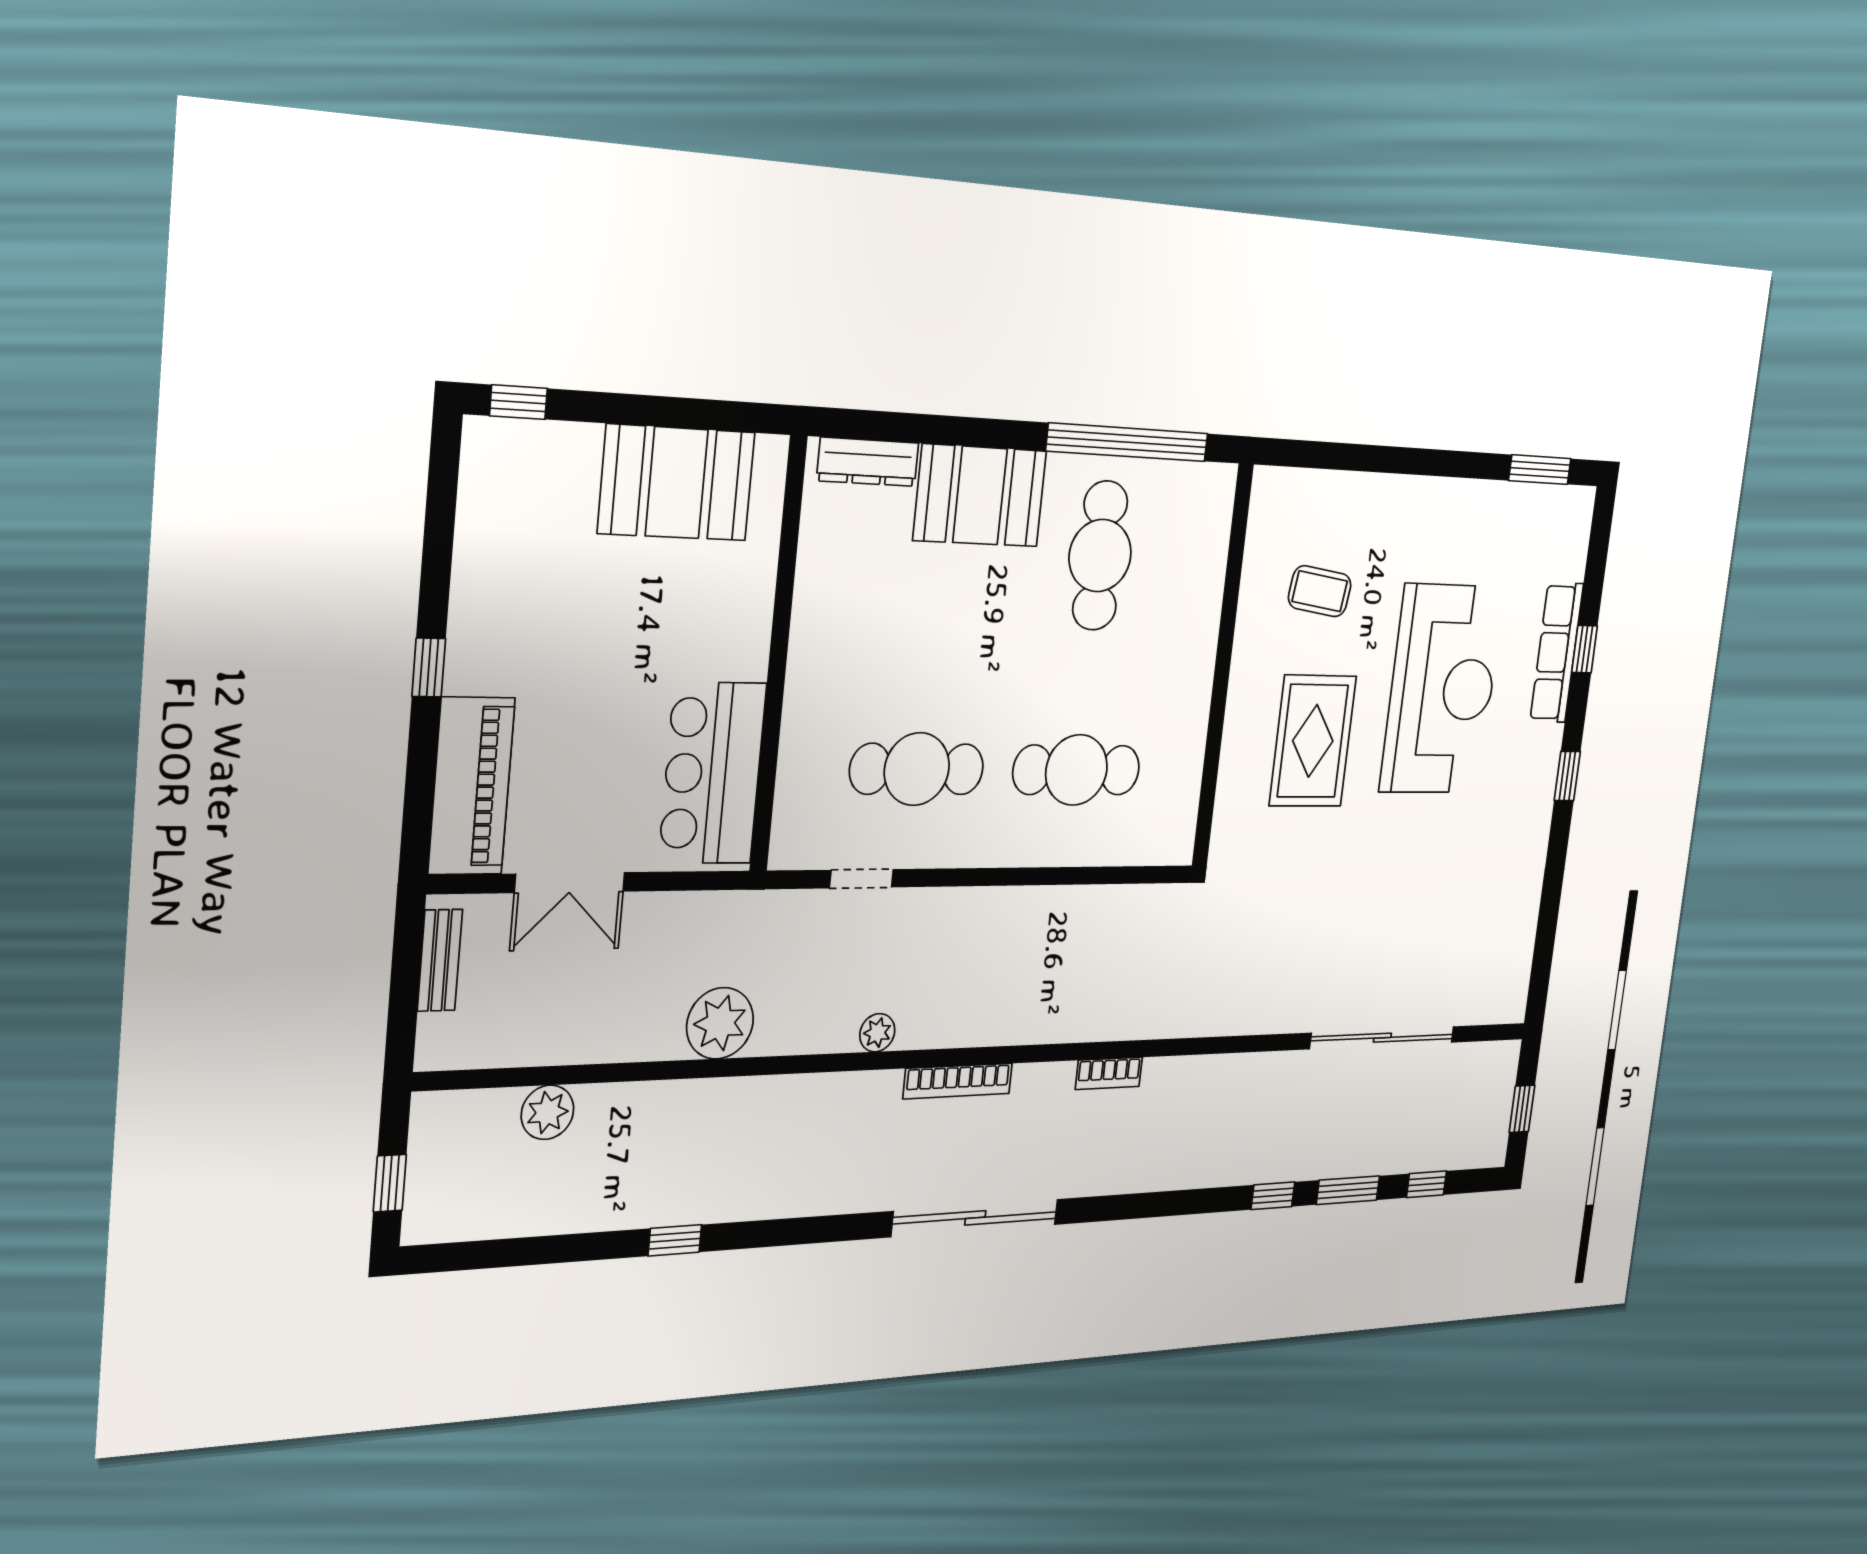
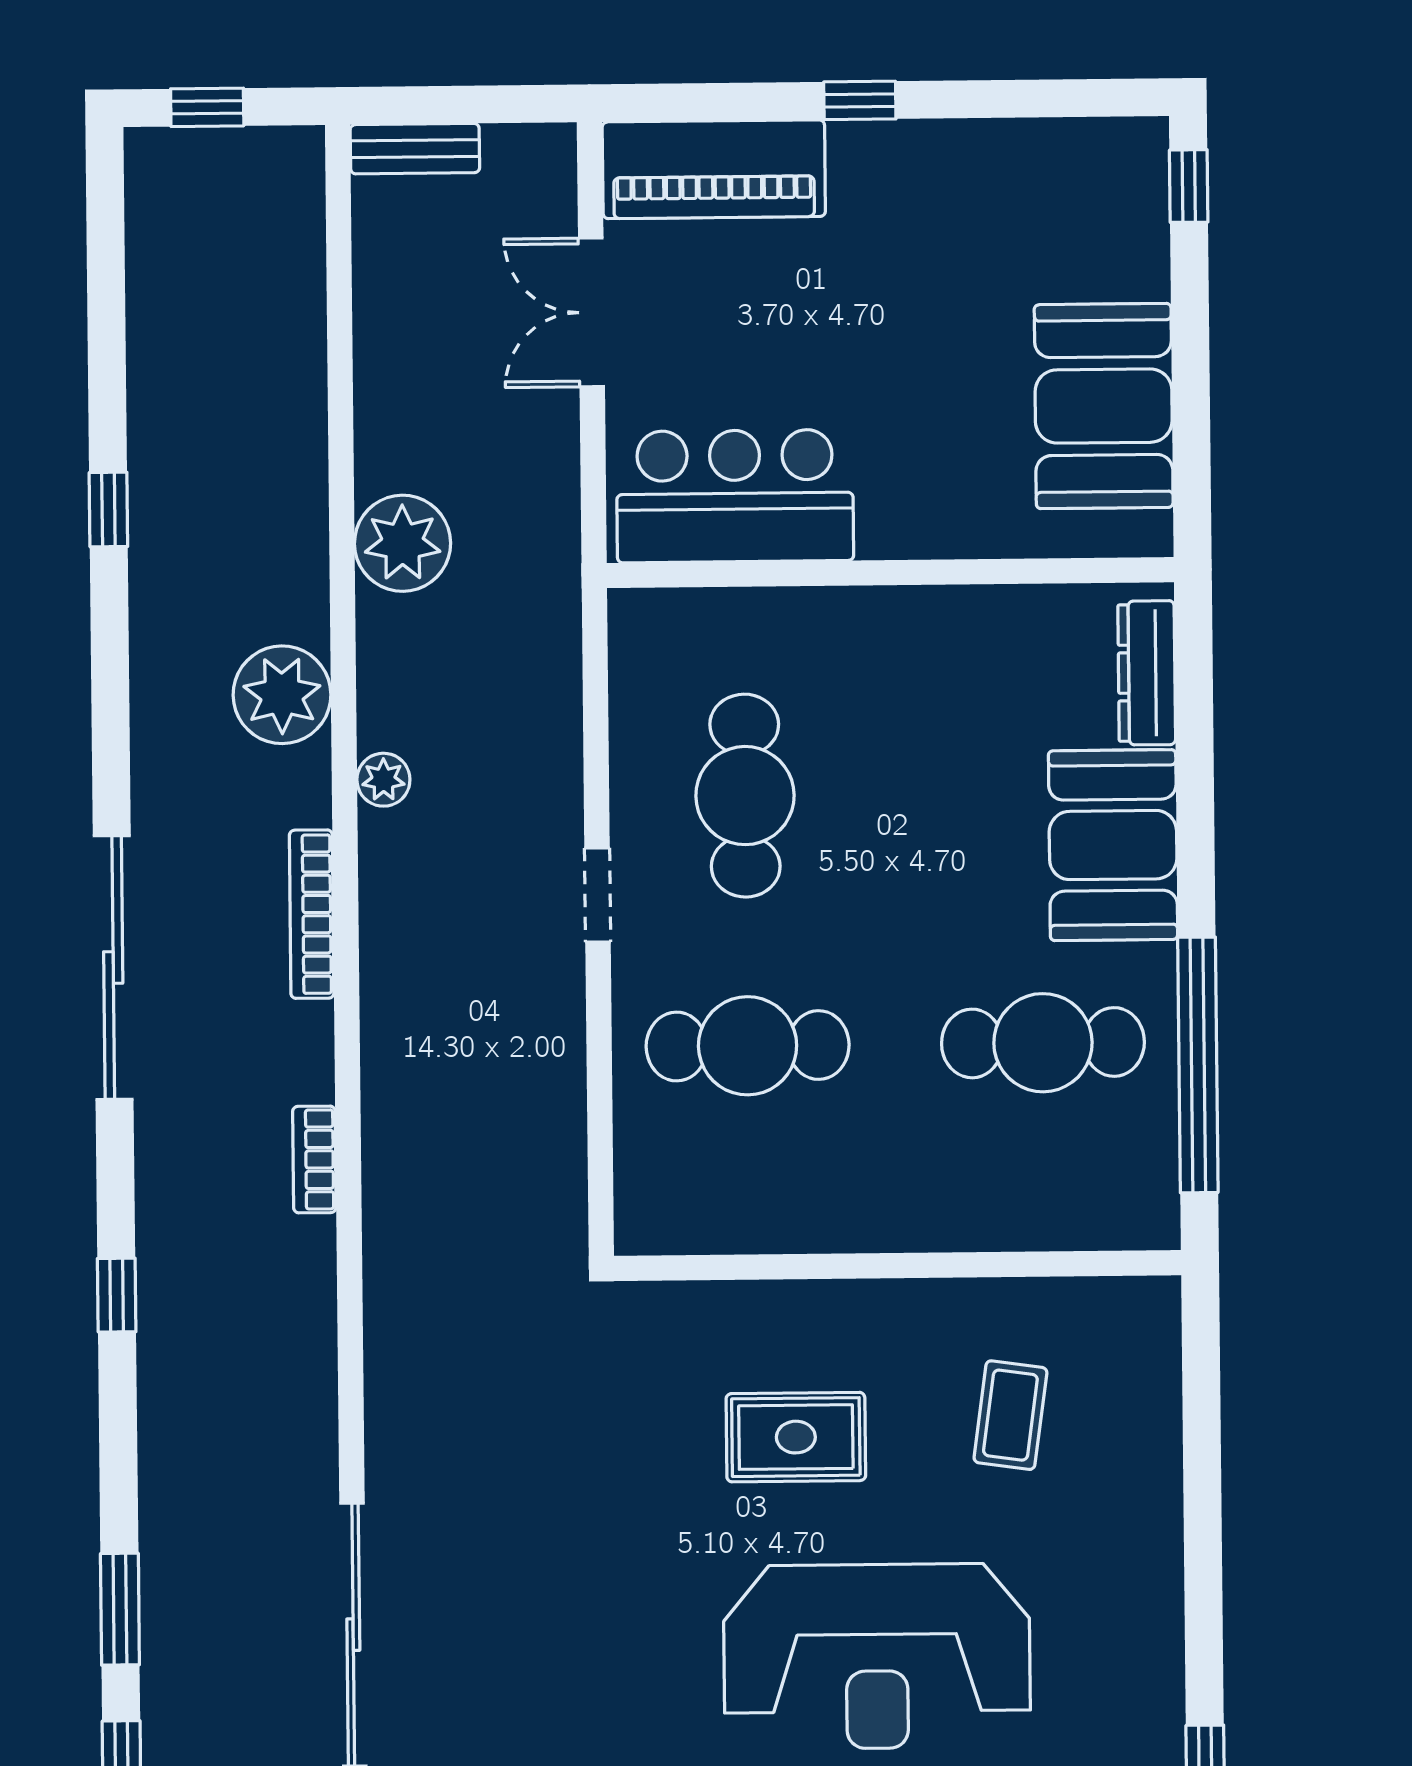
rug: (1313, 741) -> (796, 1437), width x0.73, depth x0.70
cafe table: (1076, 770) -> (748, 1046), turned 90
doorway: (861, 879) -> (598, 895), moved
bench: (440, 960) -> (415, 149), moved
plant: (547, 1112) -> (282, 695), moved, width x1.36, depth x1.36
window: (1273, 1196) -> (117, 1295), moved

